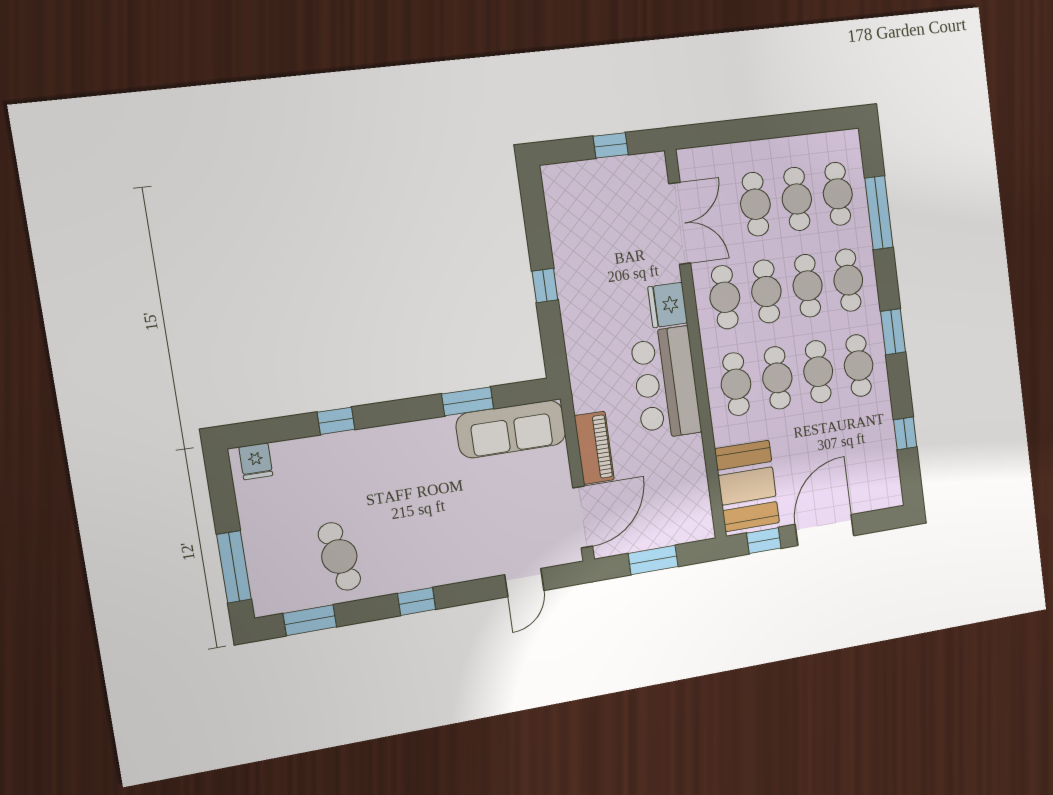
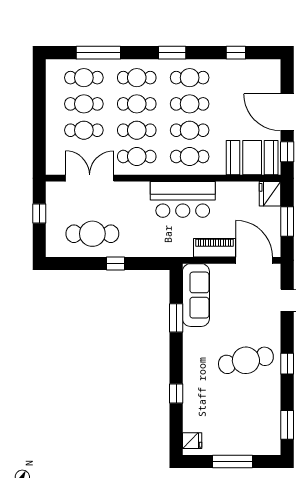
cafe table: (589, 240) -> (92, 234), added
fridge: (668, 305) -> (270, 194), moved, turned 90
cafe table: (339, 556) -> (246, 360), moved, width x1.37, depth x1.35
window: (234, 567) -> (232, 461), moved

